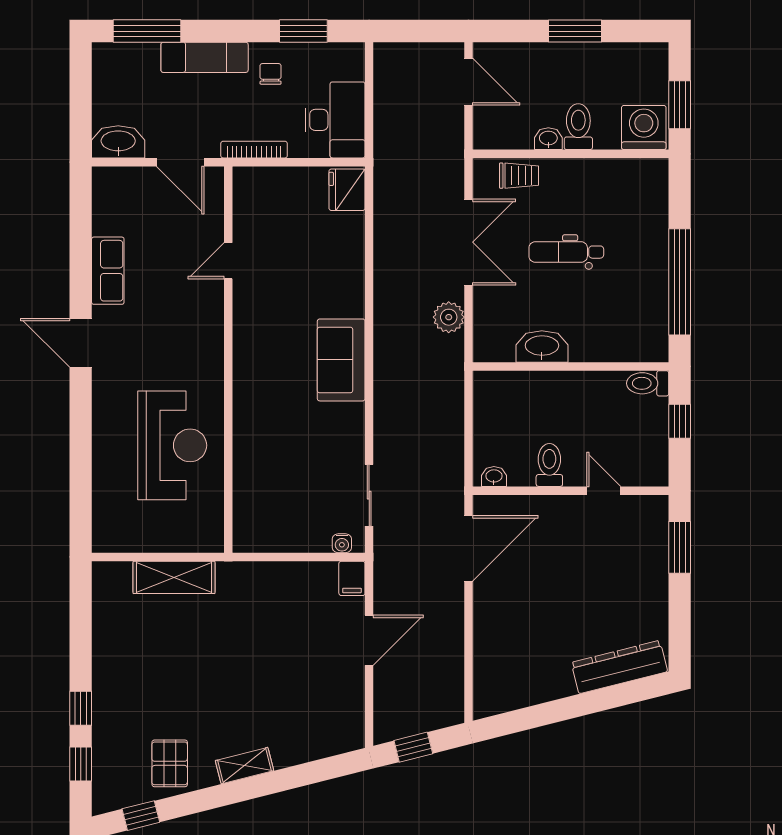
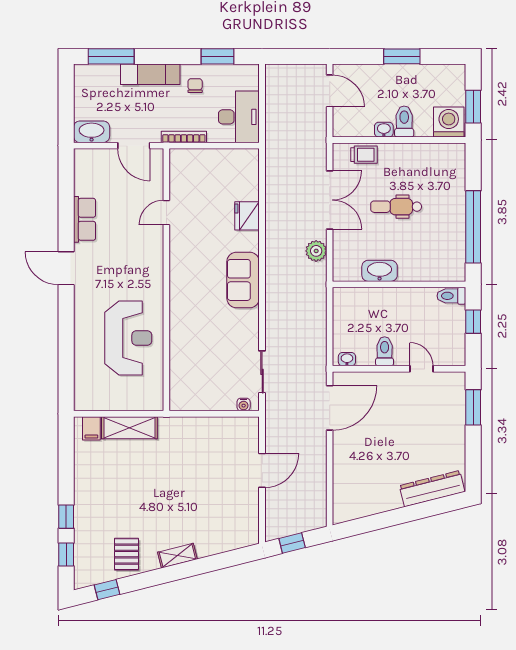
fridge: (347, 190) -> (247, 216), moved
filing cabinet: (352, 578) -> (91, 428), moved

